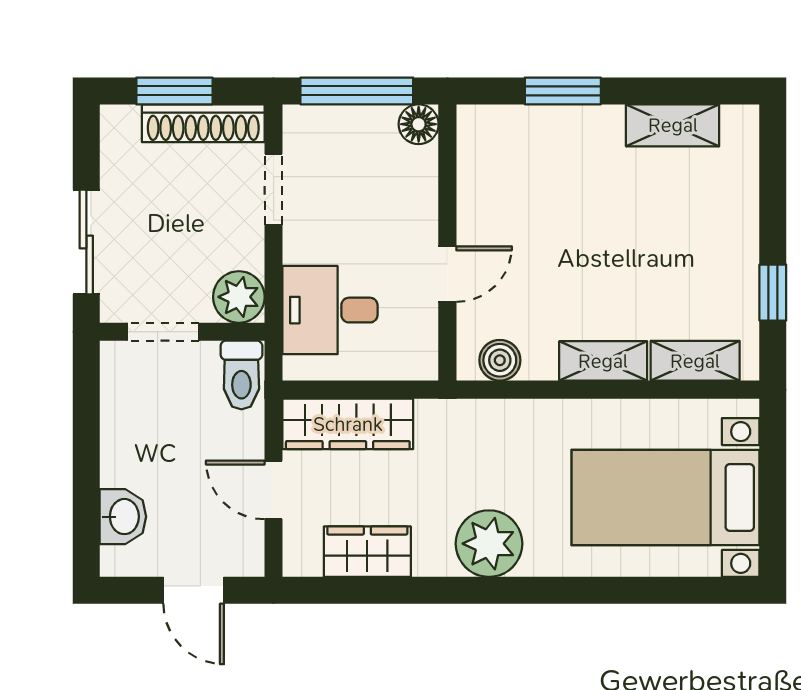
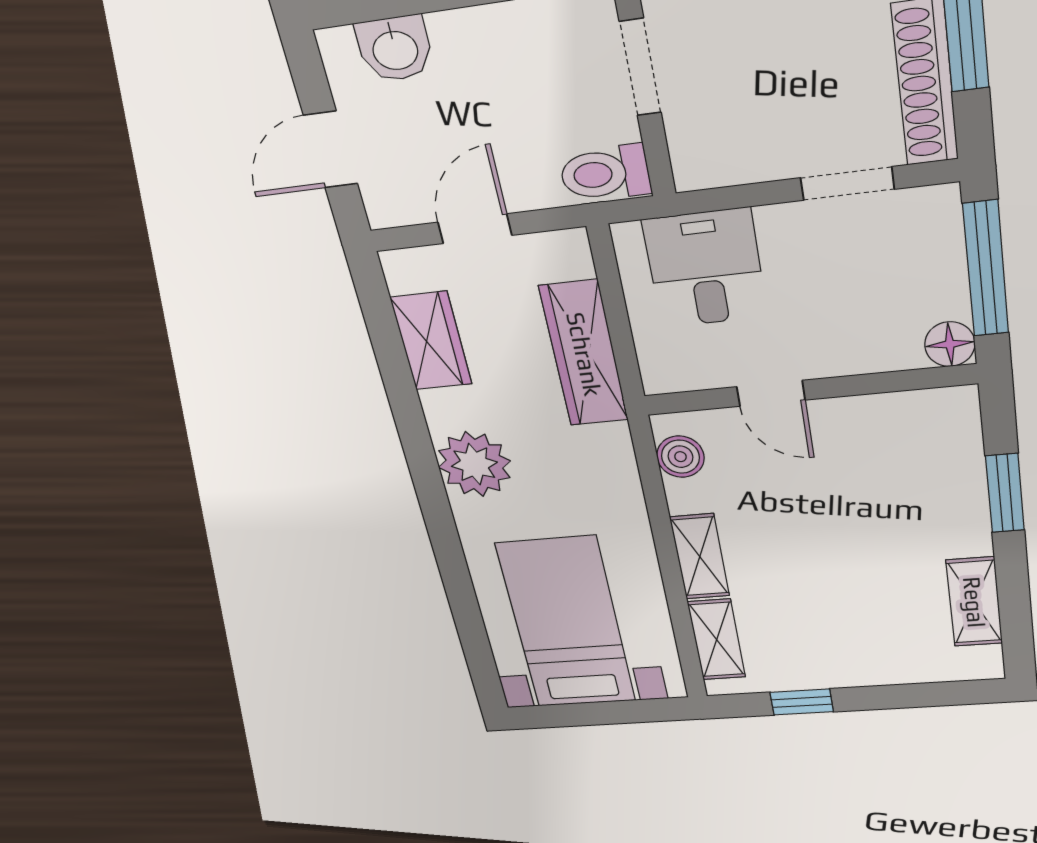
plant: (239, 297) -> (702, 158), removed
wardrobe: (348, 424) -> (584, 354), moved

